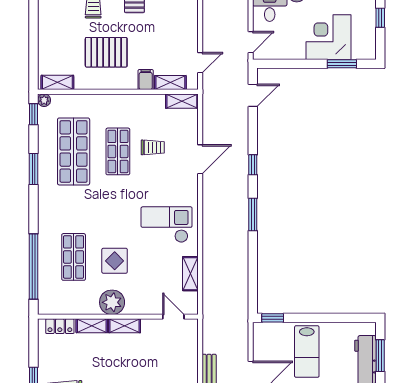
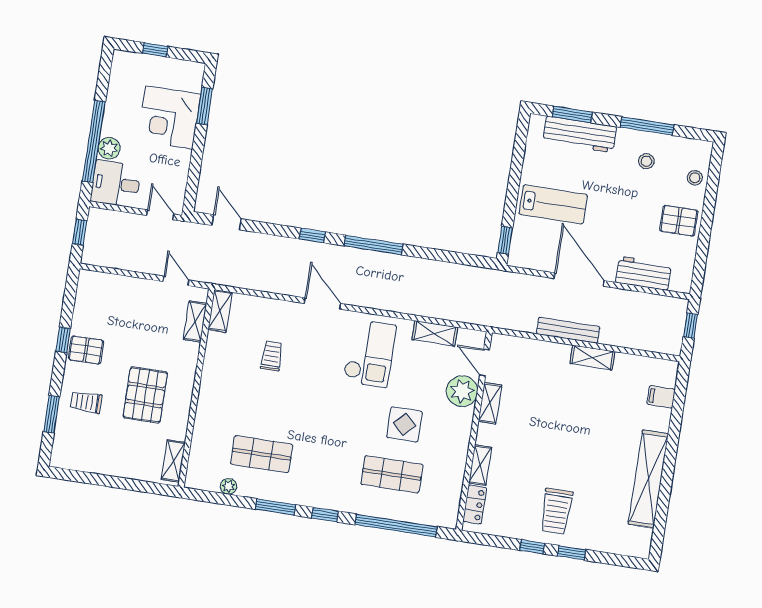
filing cabinet: (146, 80) -> (187, 351), removed
plant: (44, 100) -> (228, 486), moved
window: (33, 114) -> (325, 515), moved
shop shelf: (74, 151) -> (262, 454), width x0.70, depth x0.74
shop shelf: (118, 151) -> (270, 399), removed
door: (200, 159) -> (322, 304), moved
window: (253, 214) -> (374, 245), width x1.44
checkout: (167, 225) -> (370, 353), turned 180
plant: (112, 302) -> (462, 391), moved
door: (173, 317) -> (485, 363), hinge flipped
shelving: (124, 326) -> (490, 403), moved

